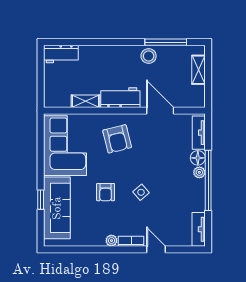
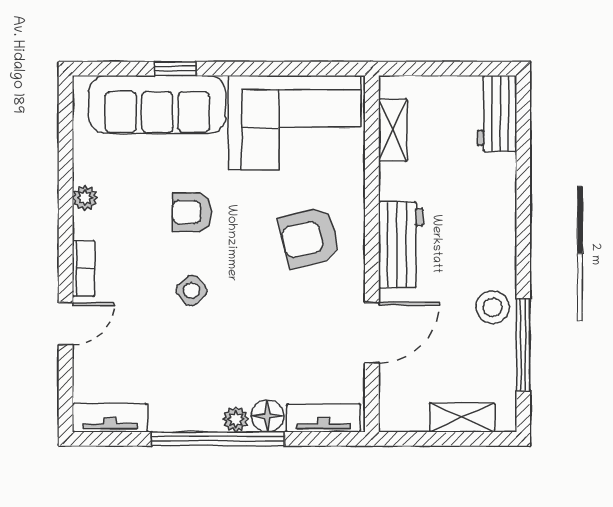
shelving: (85, 101) -> (393, 130), moved
plant: (111, 241) -> (85, 198), moved

